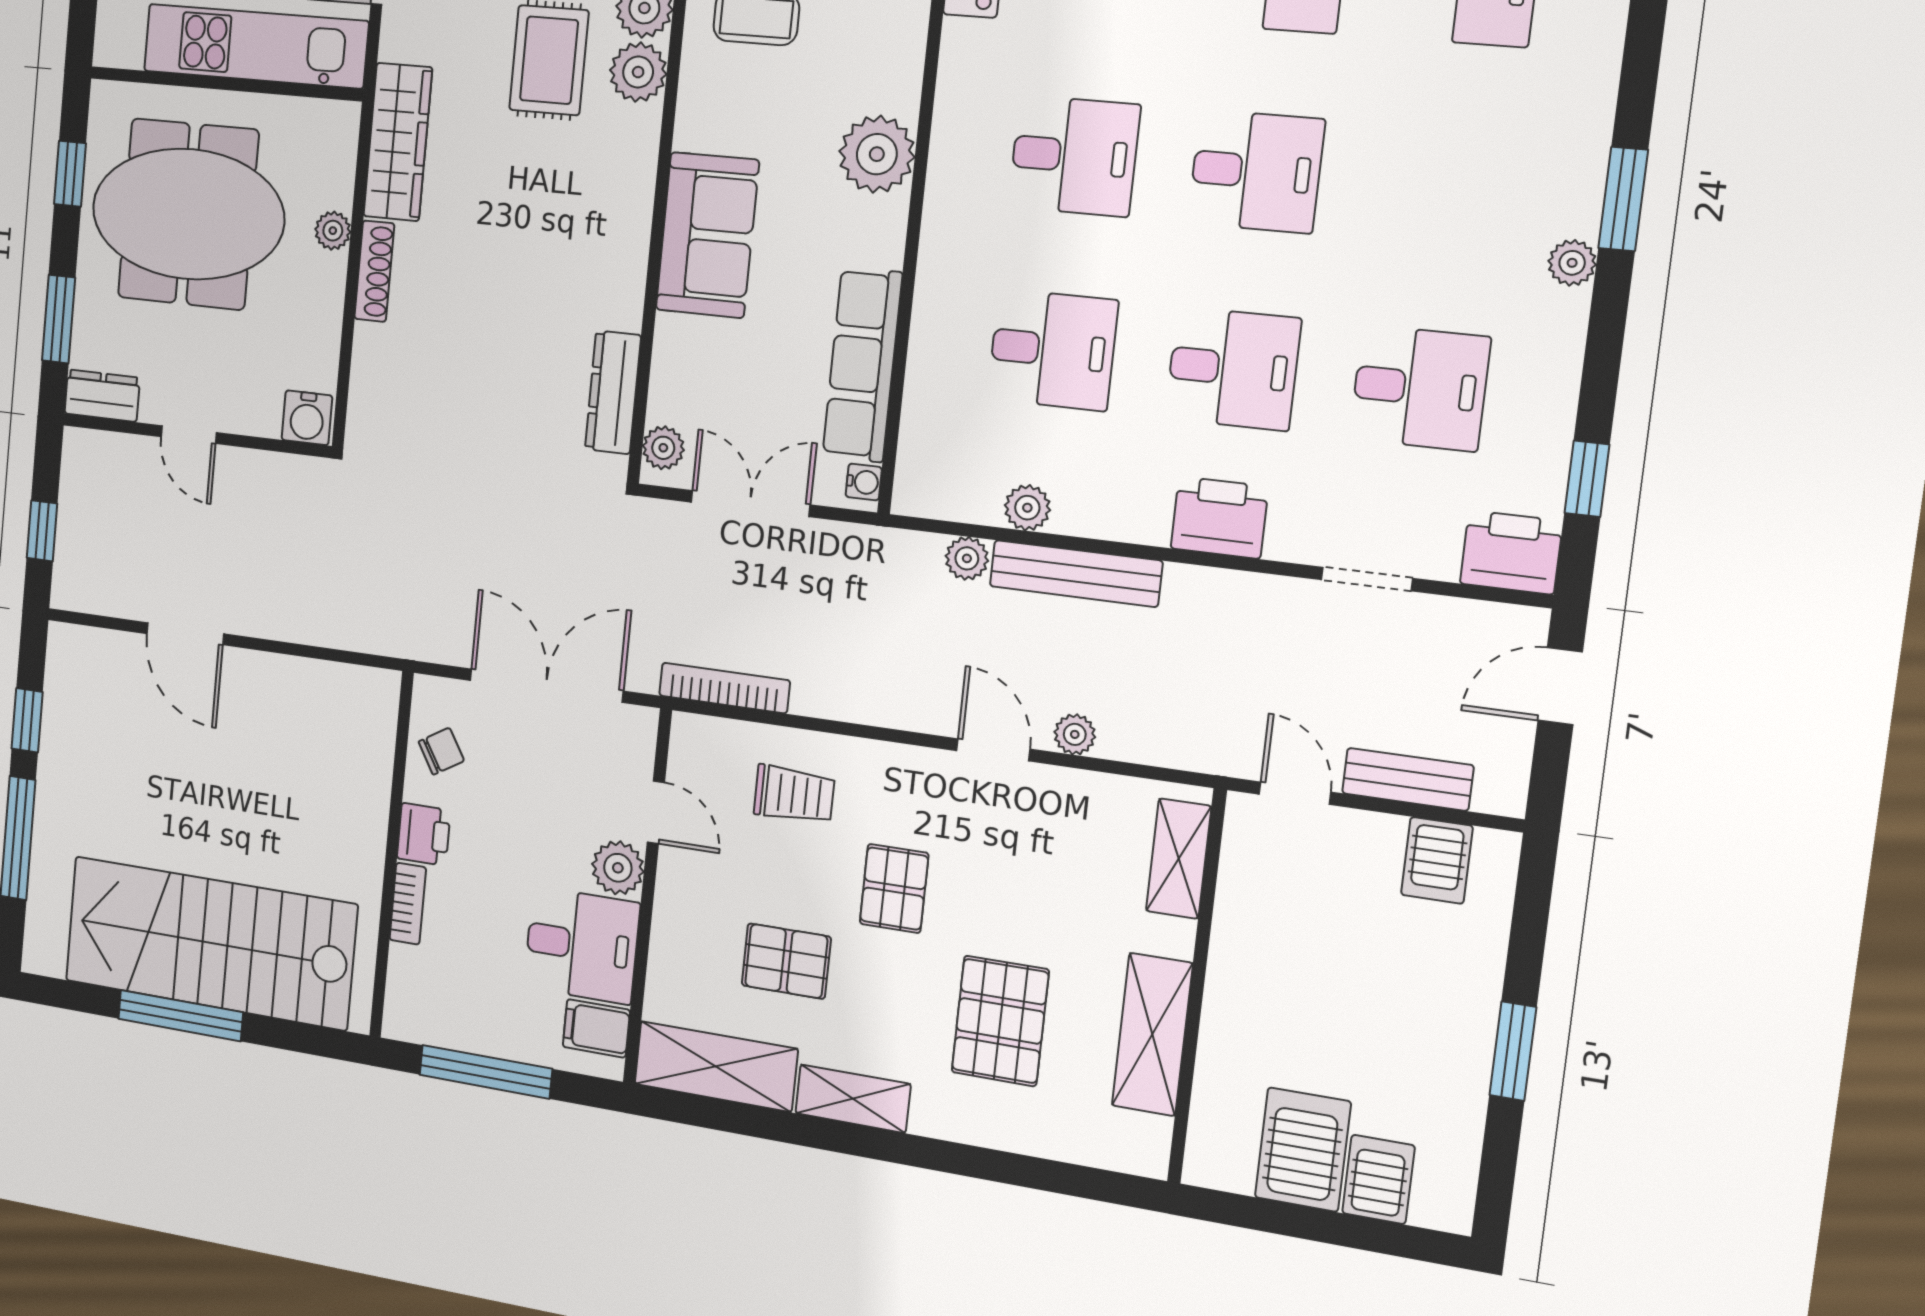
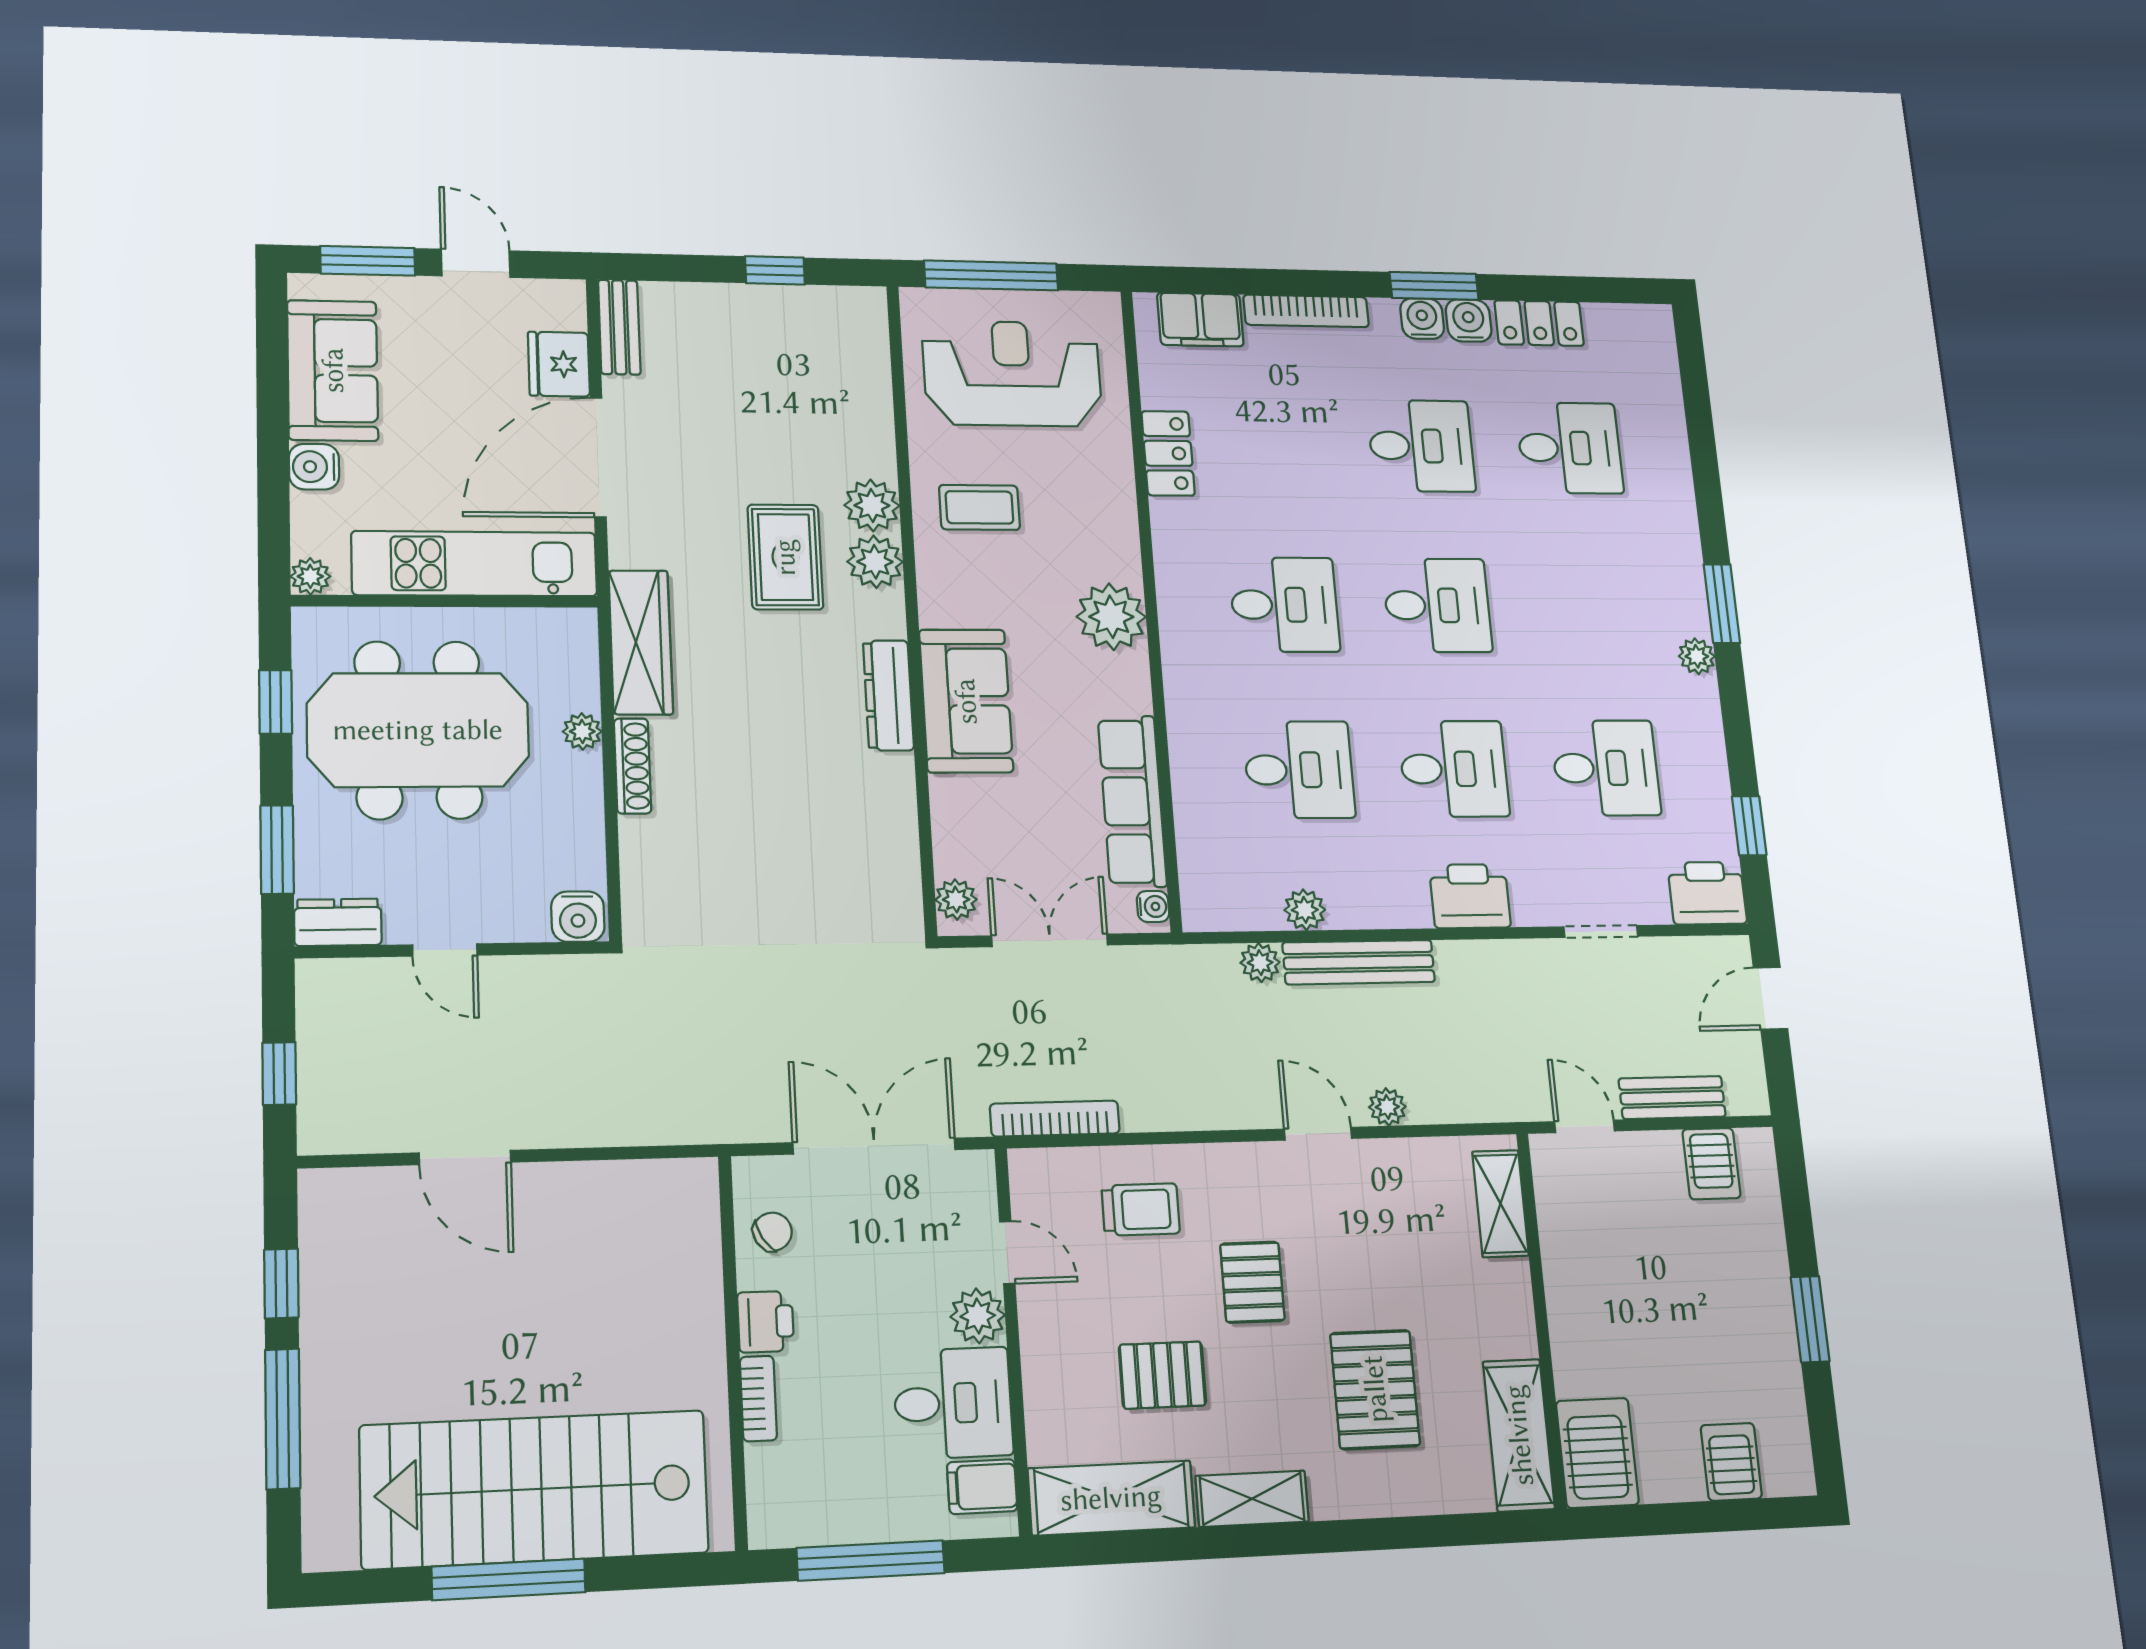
plant: (110, 49) -> (310, 576), added
dresser: (613, 392) -> (888, 695), moved
shelving: (1152, 1034) -> (1519, 1435), moved
server rack: (1303, 1150) -> (1597, 1453), moved

